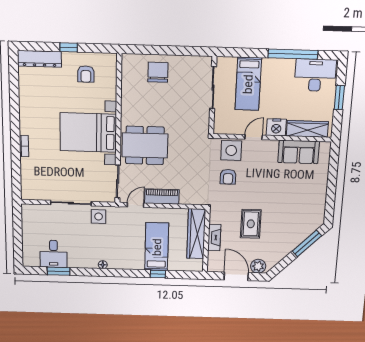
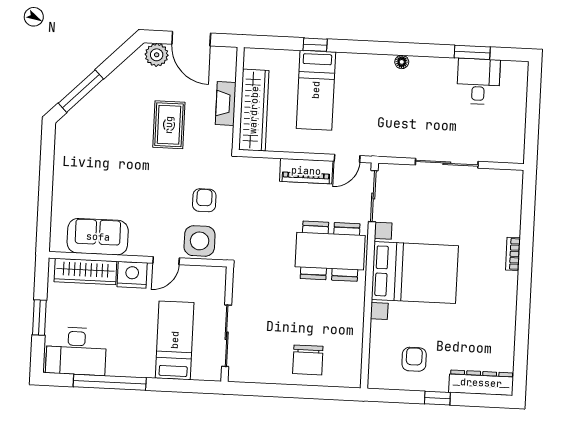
side table: (99, 217) -> (405, 141), removed

